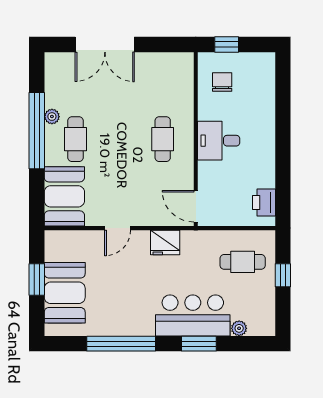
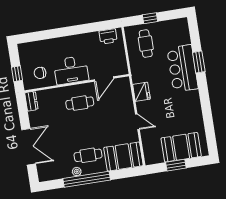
dresser: (178, 61) -> (31, 101), added
desk: (219, 141) -> (71, 70), width x1.37
door: (196, 206) -> (104, 79), moved
plant: (239, 328) -> (186, 39), removed
window: (121, 344) -> (206, 109), removed

